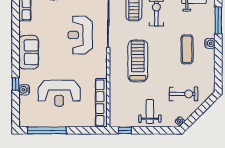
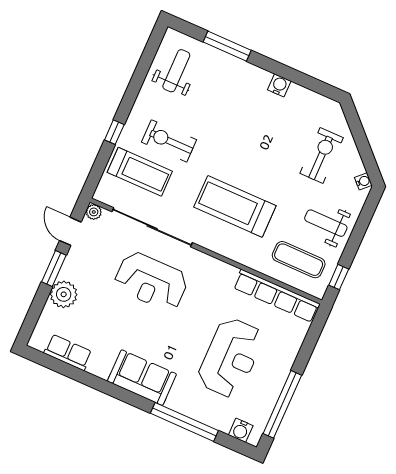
water cooler: (210, 43) -> (279, 85), moved
exercise mat: (187, 49) -> (299, 260), moved
window: (16, 84) -> (184, 422), width x3.17
water cooler: (24, 90) -> (241, 430), moved

